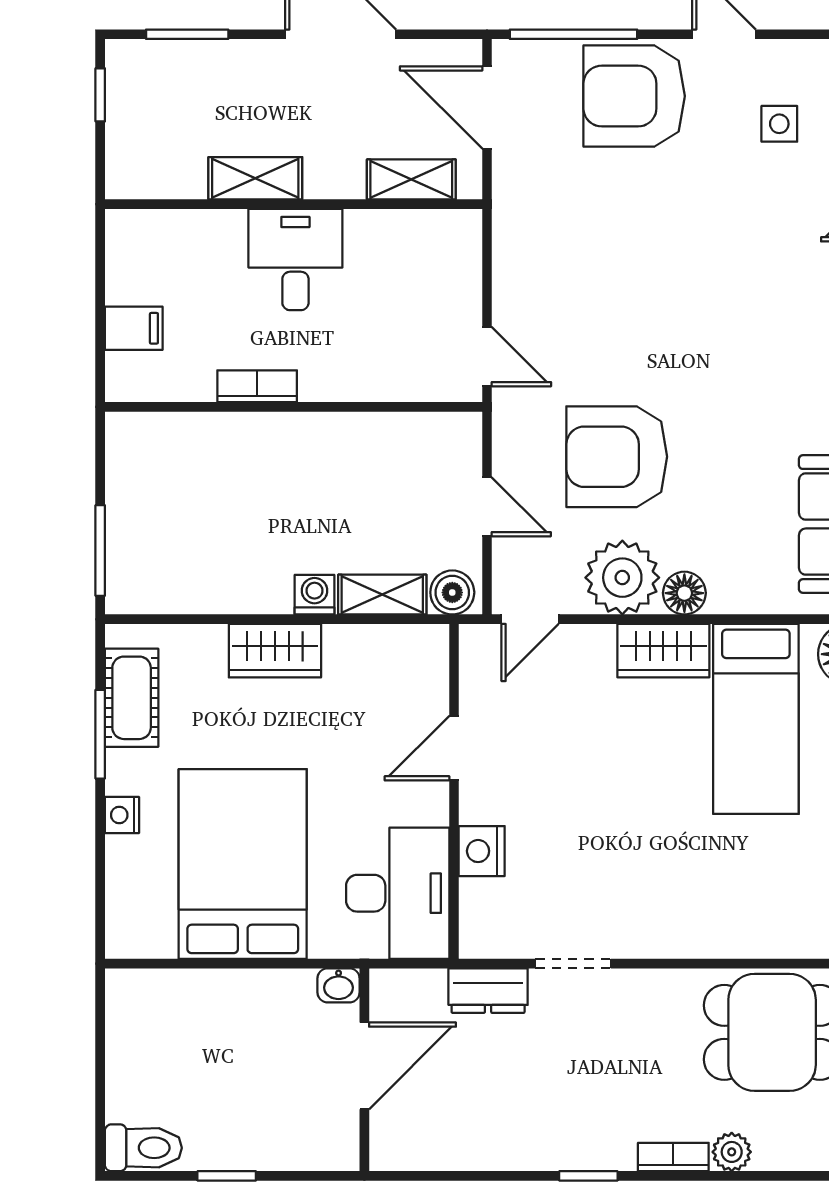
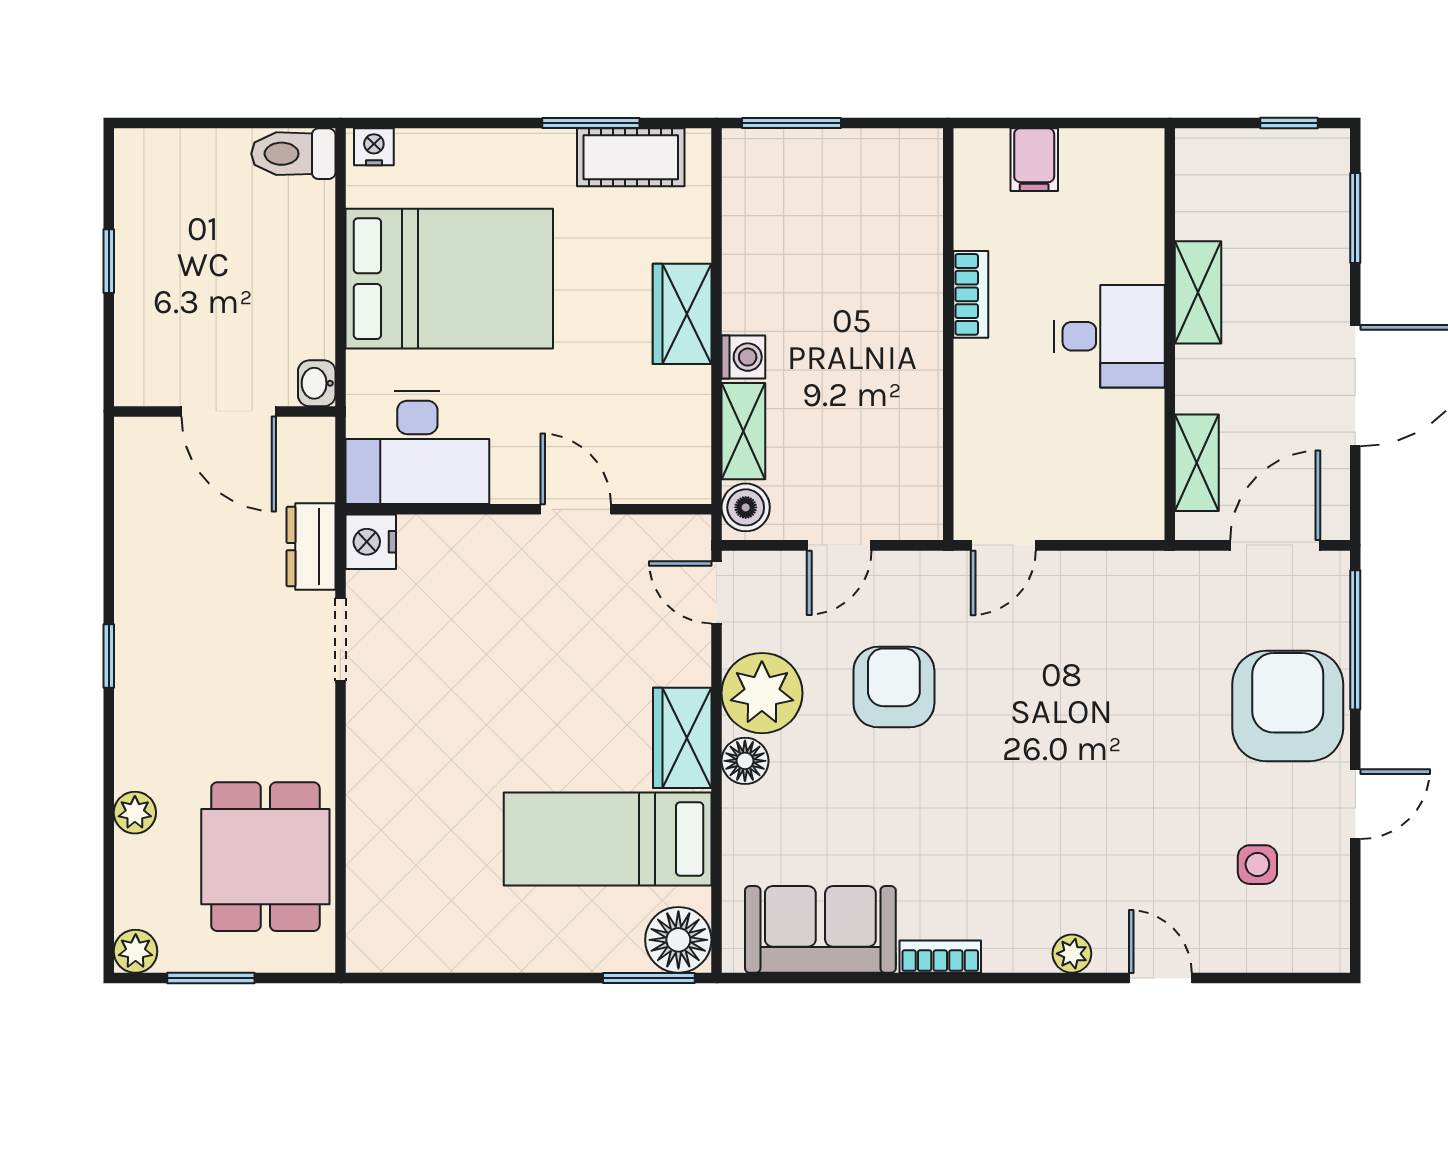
armchair: (617, 457) -> (894, 687), width x0.73, depth x0.73
nightstand: (122, 815) -> (374, 147), moved
nightstand: (482, 851) -> (371, 542), moved, turned -90
toilet: (143, 1148) -> (293, 154), moved, turned 90
bookcase: (673, 1157) -> (129, 749), removed

